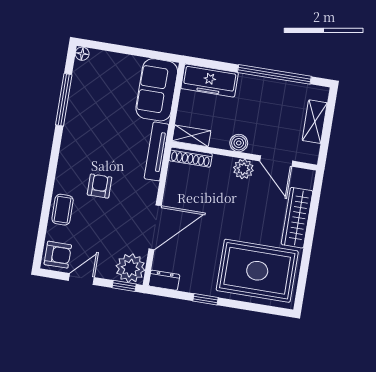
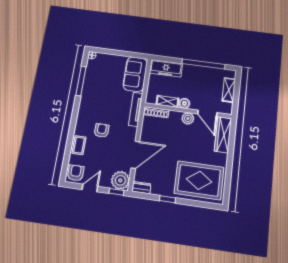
shelving: (191, 136) -> (167, 101), moved
wardrobe: (297, 218) -> (223, 135), moved
armchair: (58, 255) -> (76, 173), turned -90

